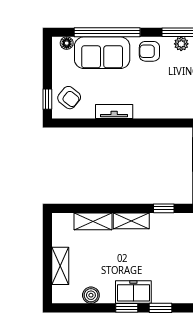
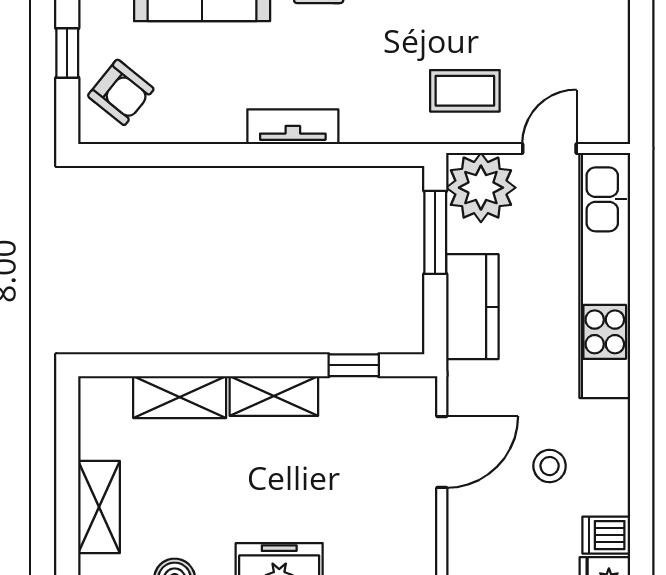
window: (47, 99) -> (67, 53), moved
tv unit: (114, 111) -> (293, 127), moved

